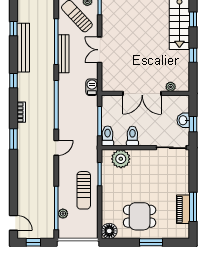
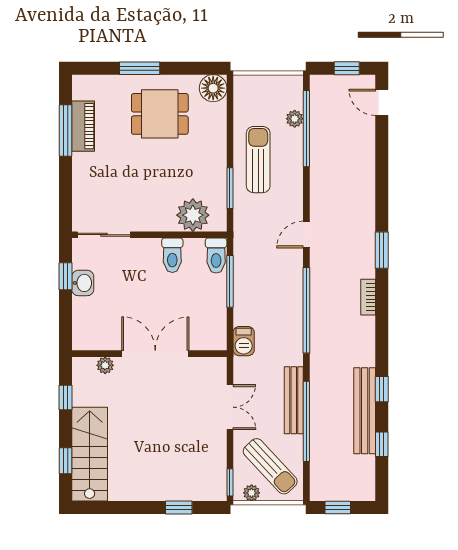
window: (14, 81) -> (382, 389), moved
plant: (171, 87) -> (105, 365), moved
double door: (142, 93) -> (155, 354), moved
wall: (145, 93) -> (149, 354), moved

